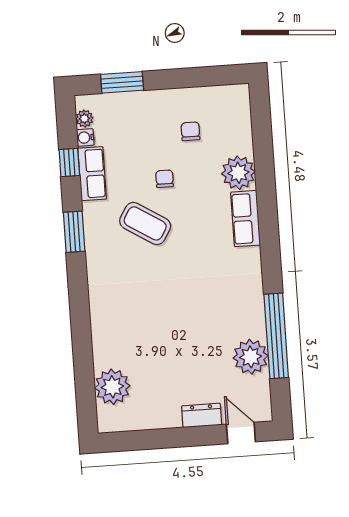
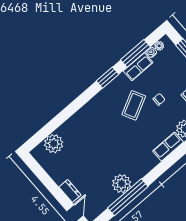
window: (69, 162) -> (136, 53), width x2.17
coffee table: (145, 223) -> (134, 105), turned 31
plant: (251, 357) -> (122, 184), moved

